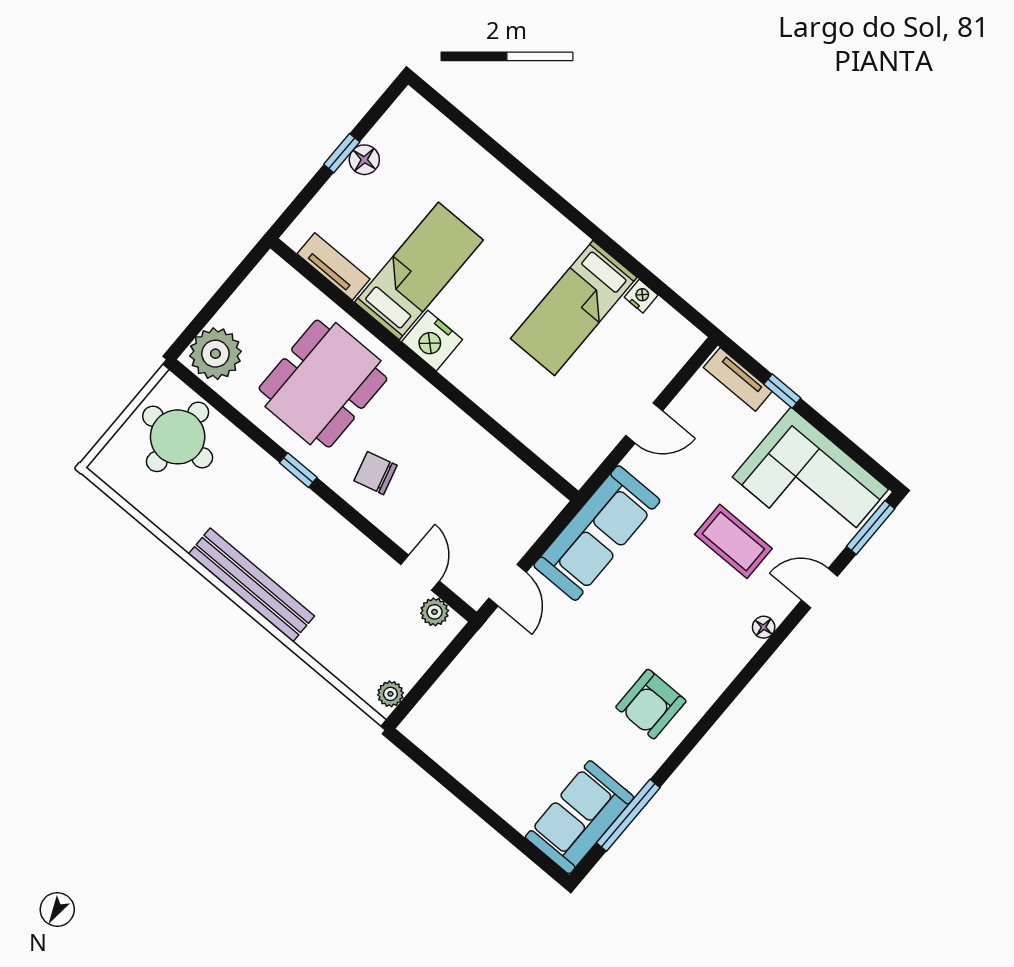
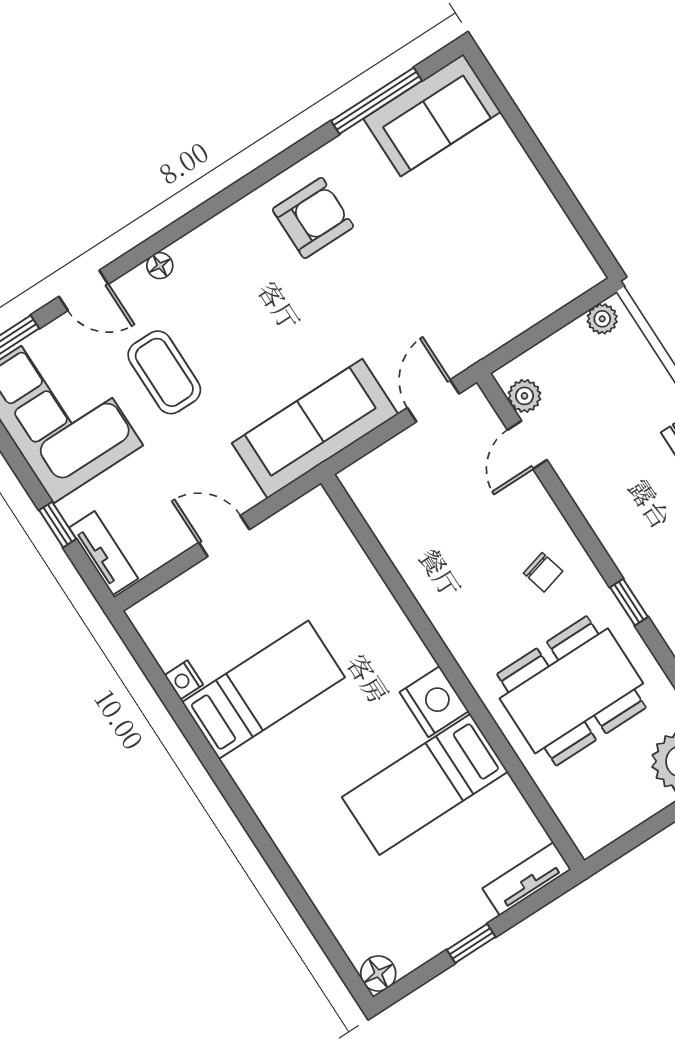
floor lamp: (364, 160) -> (378, 973), moved
tv unit: (334, 266) -> (527, 879), moved, turned 90
chair: (376, 473) -> (543, 572), width x0.73, depth x0.73

